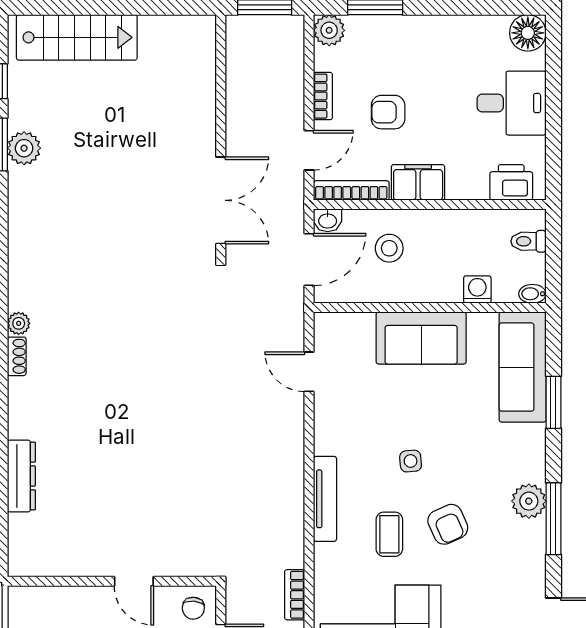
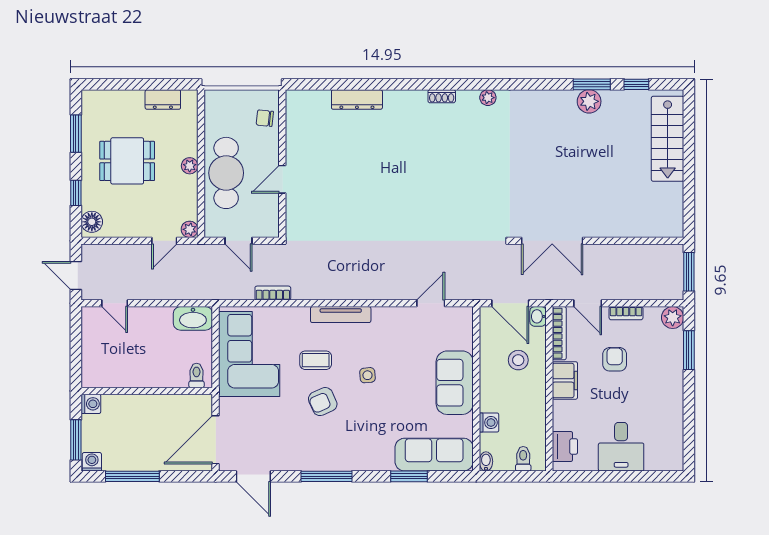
floor lamp: (528, 33) -> (671, 458), removed
plant: (19, 323) -> (488, 98), moved
plant: (529, 501) -> (339, 459), removed
chair: (193, 608) -> (265, 118), moved

